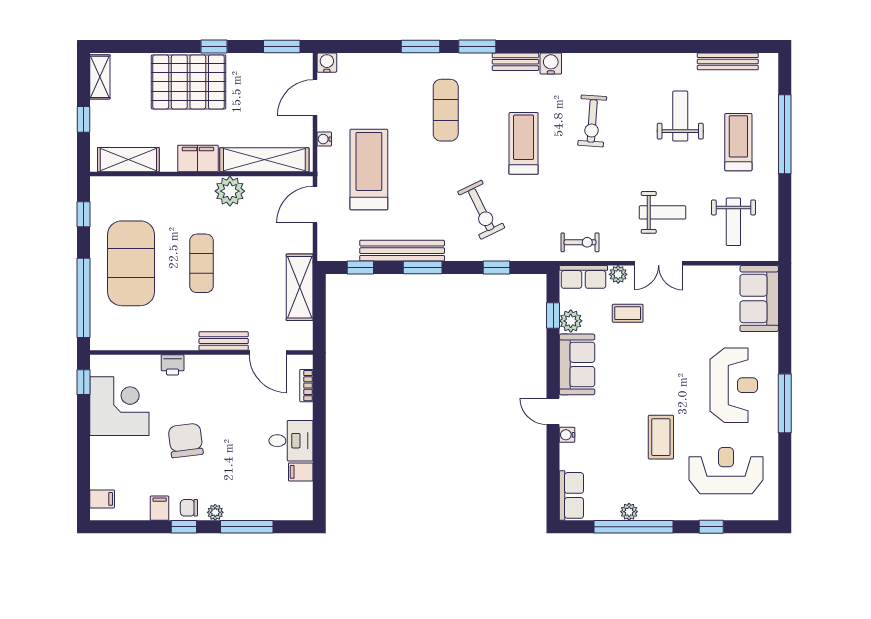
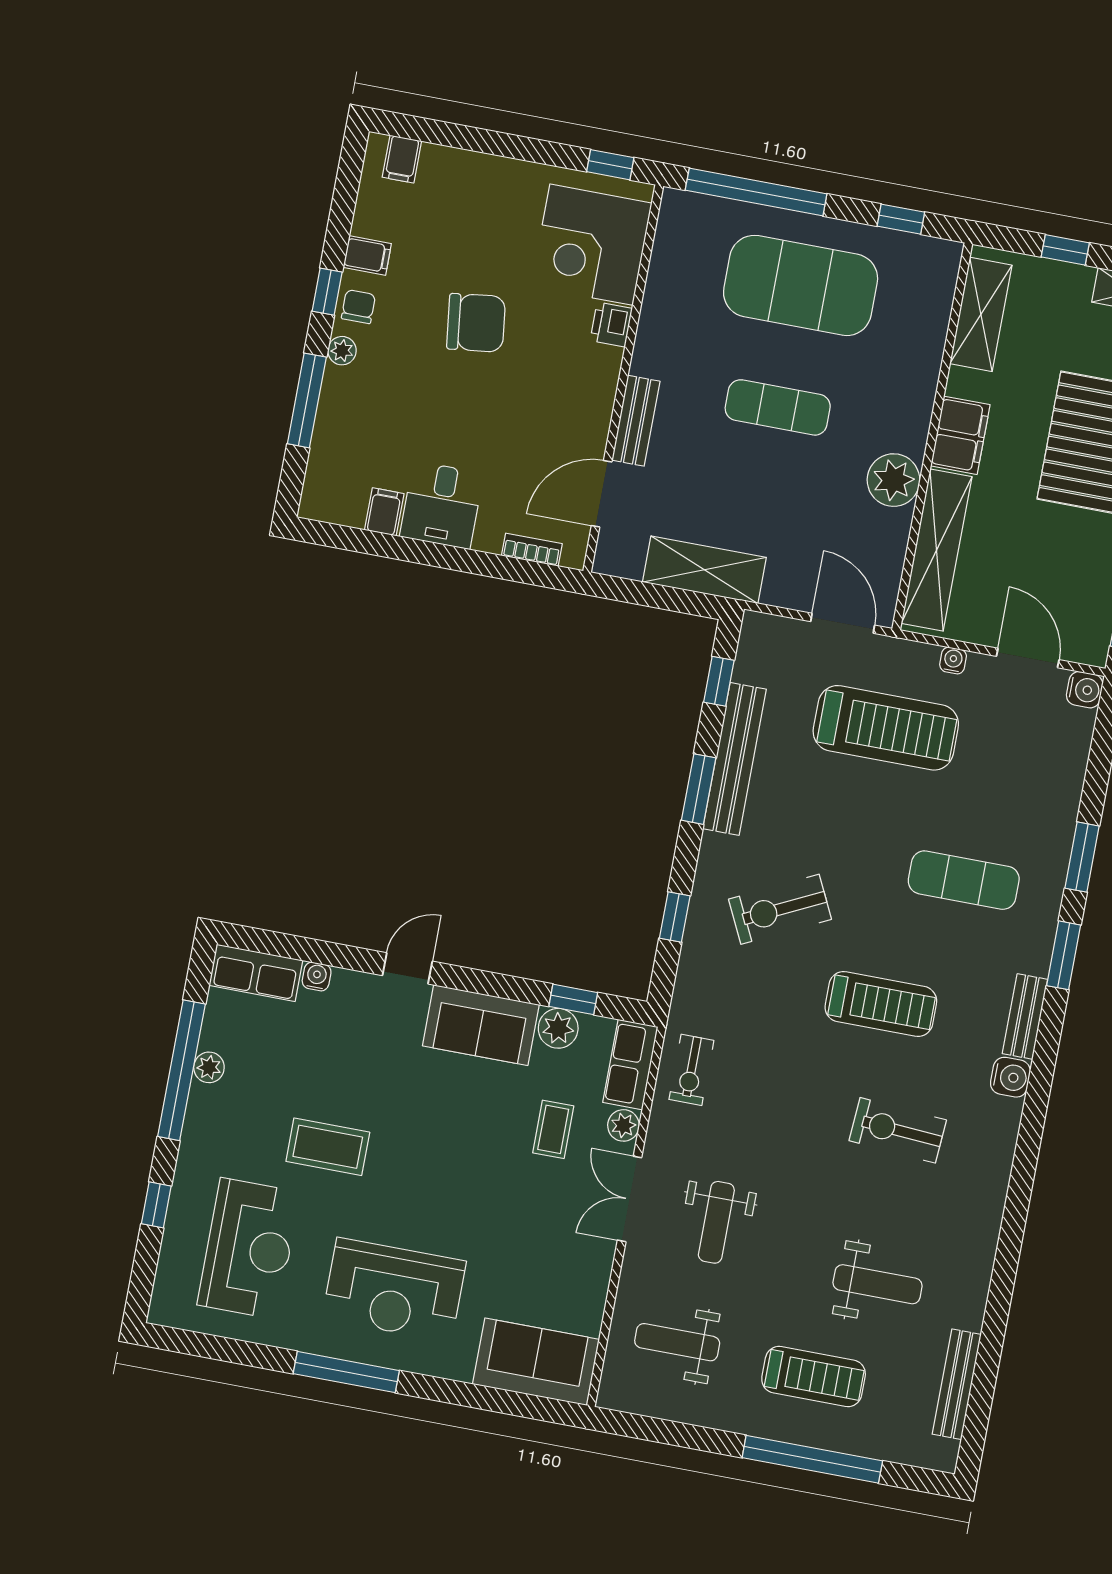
corner desk: (119, 406) -> (591, 245), moved, turned 90
water cooler: (567, 435) -> (317, 976), moved

